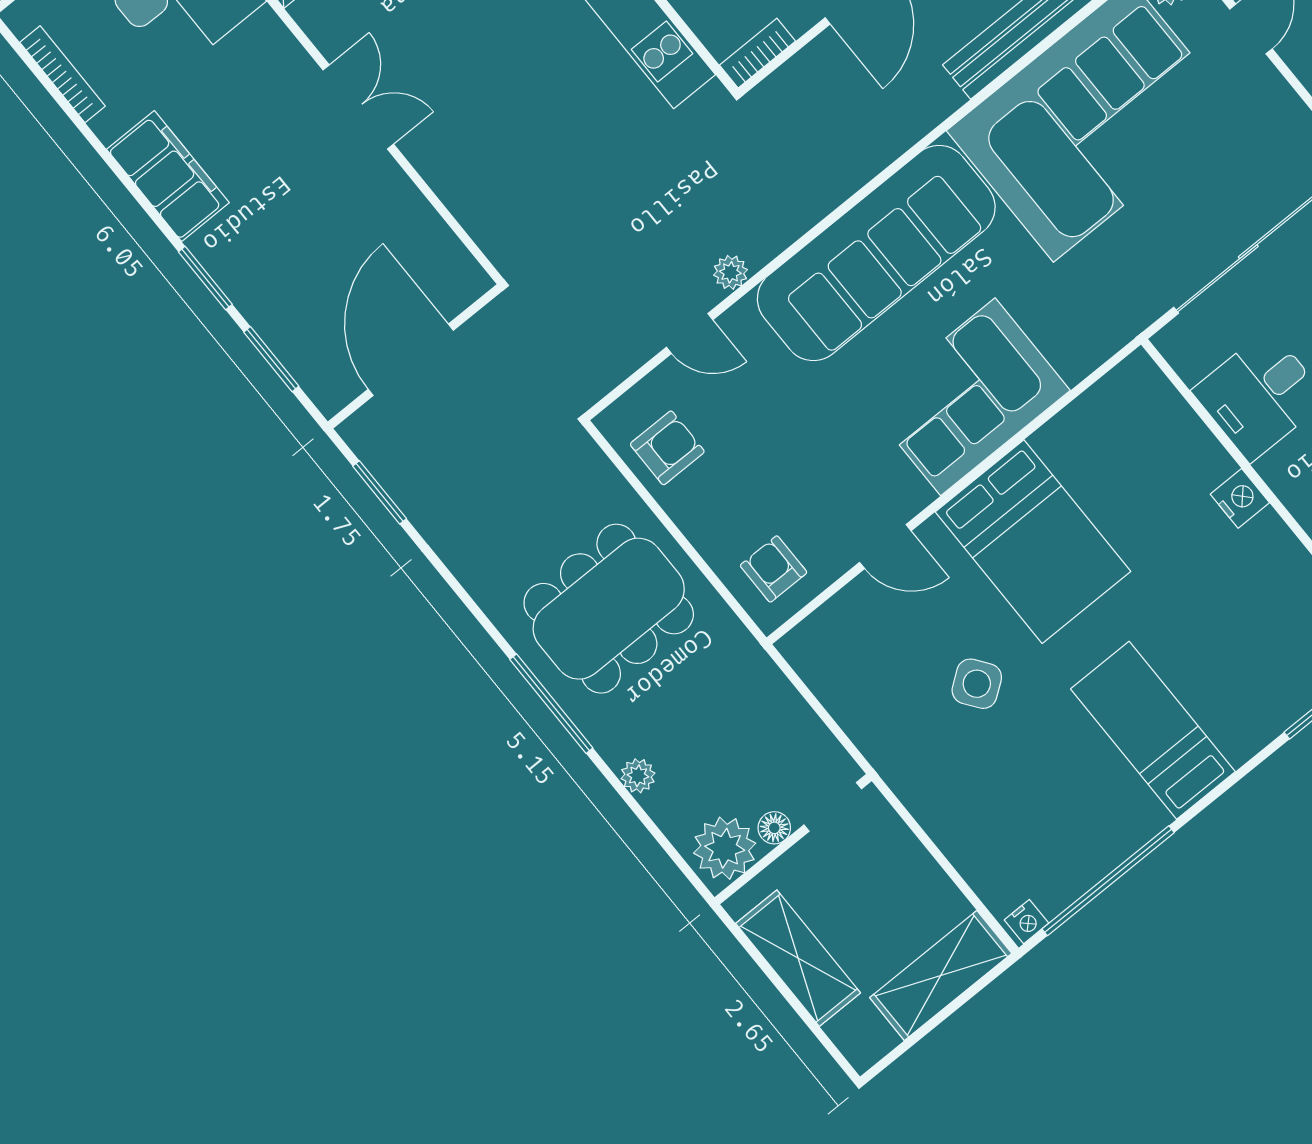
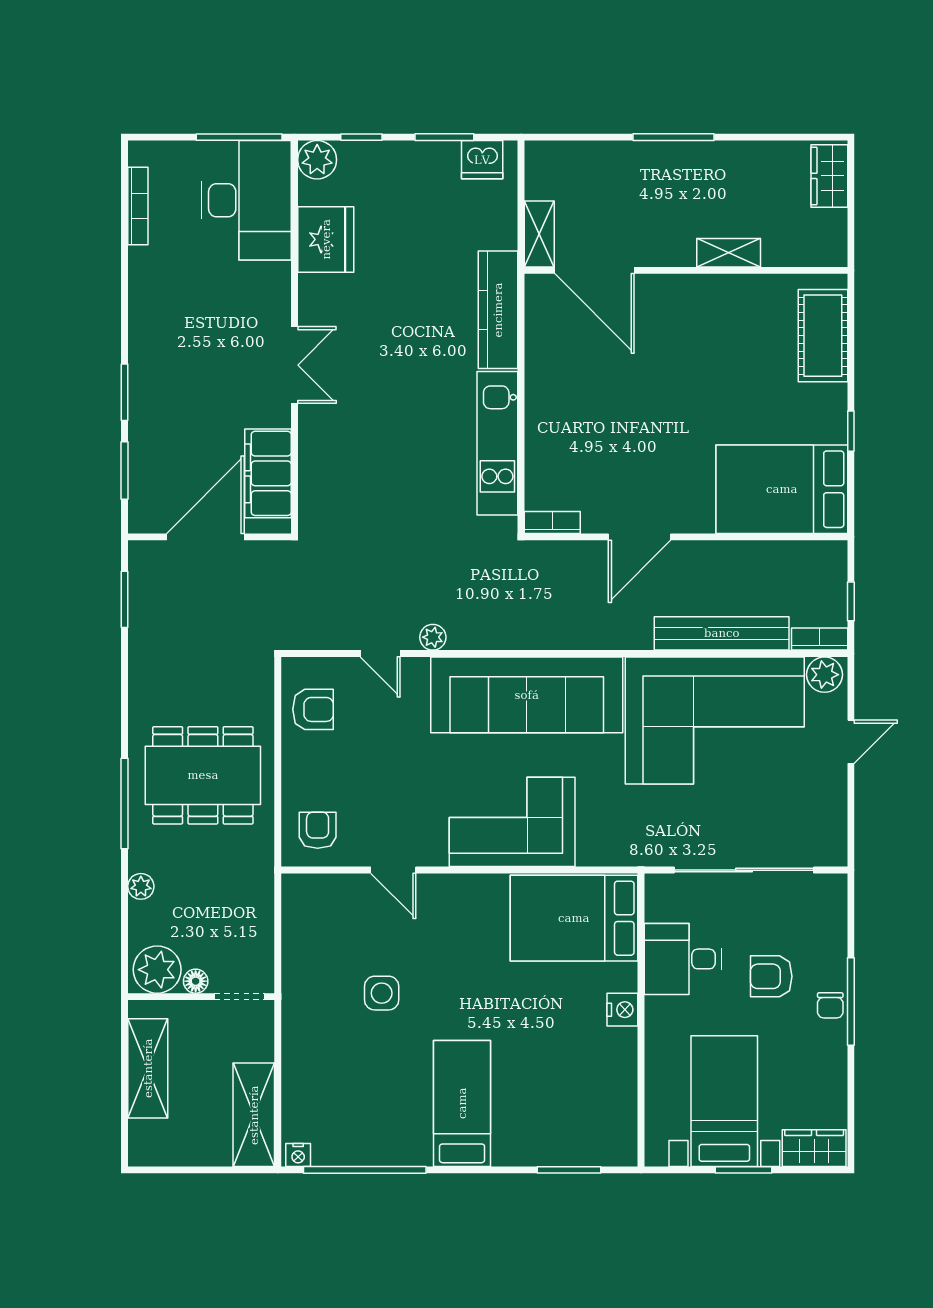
filing cabinet: (168, 176) -> (268, 473), moved, turned 180
bed: (1033, 542) -> (574, 918), moved, turned 90
side table: (977, 684) -> (382, 993), turned 36
shelving: (941, 975) -> (254, 1115), moved, turned 90

